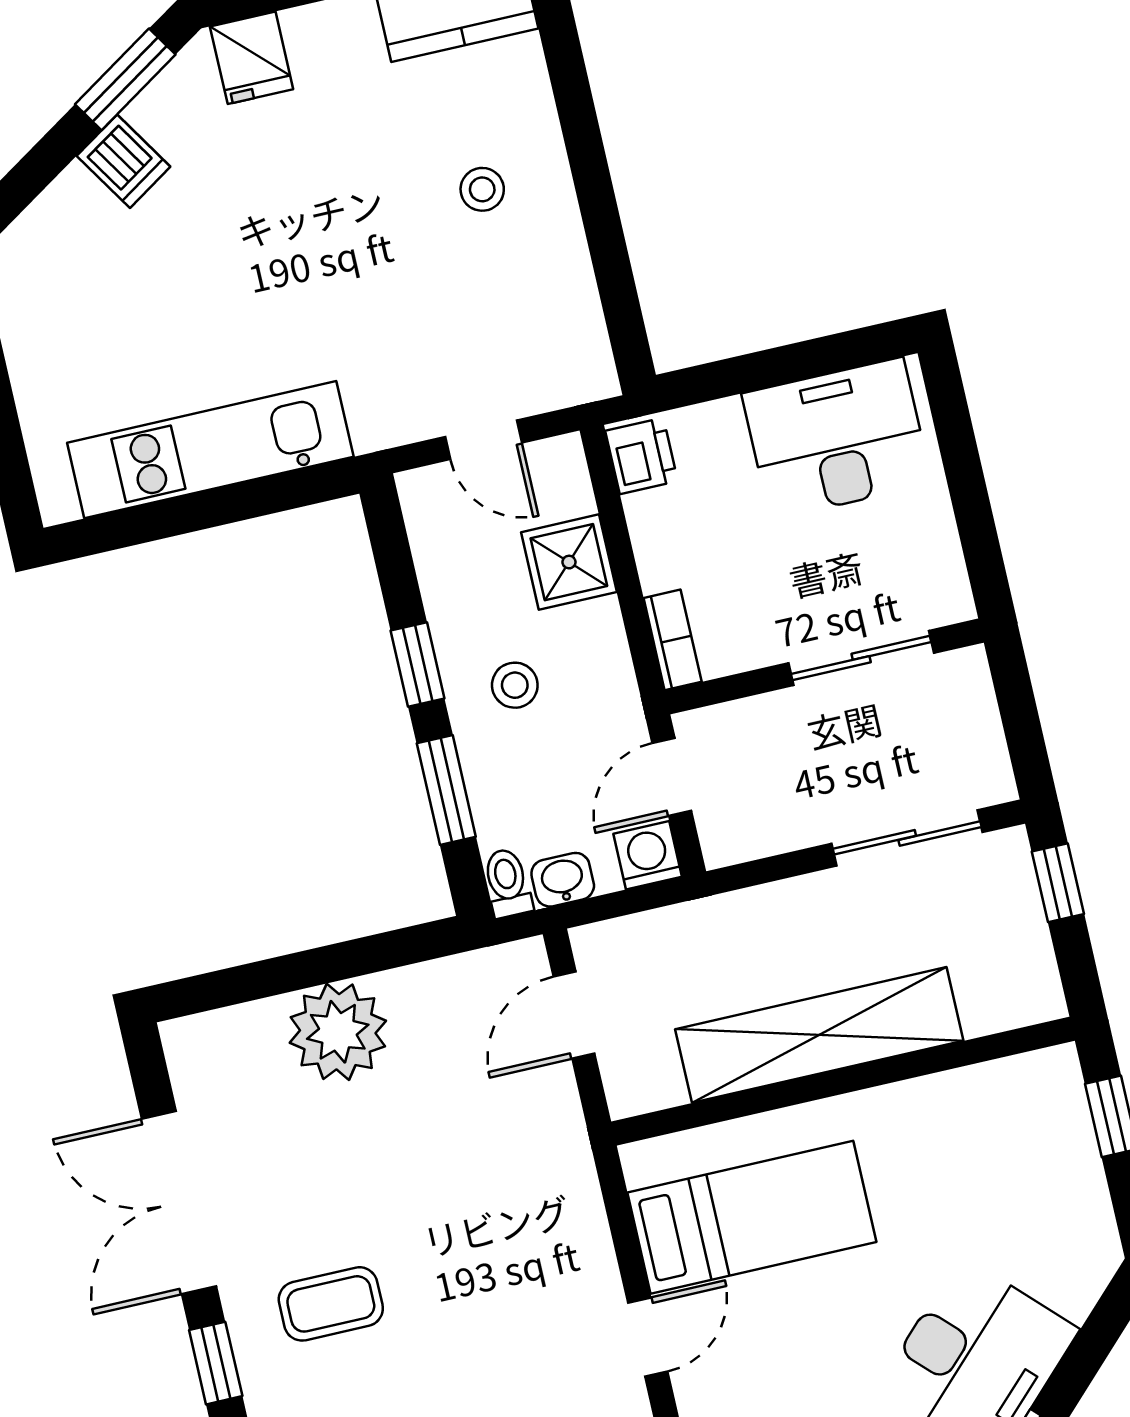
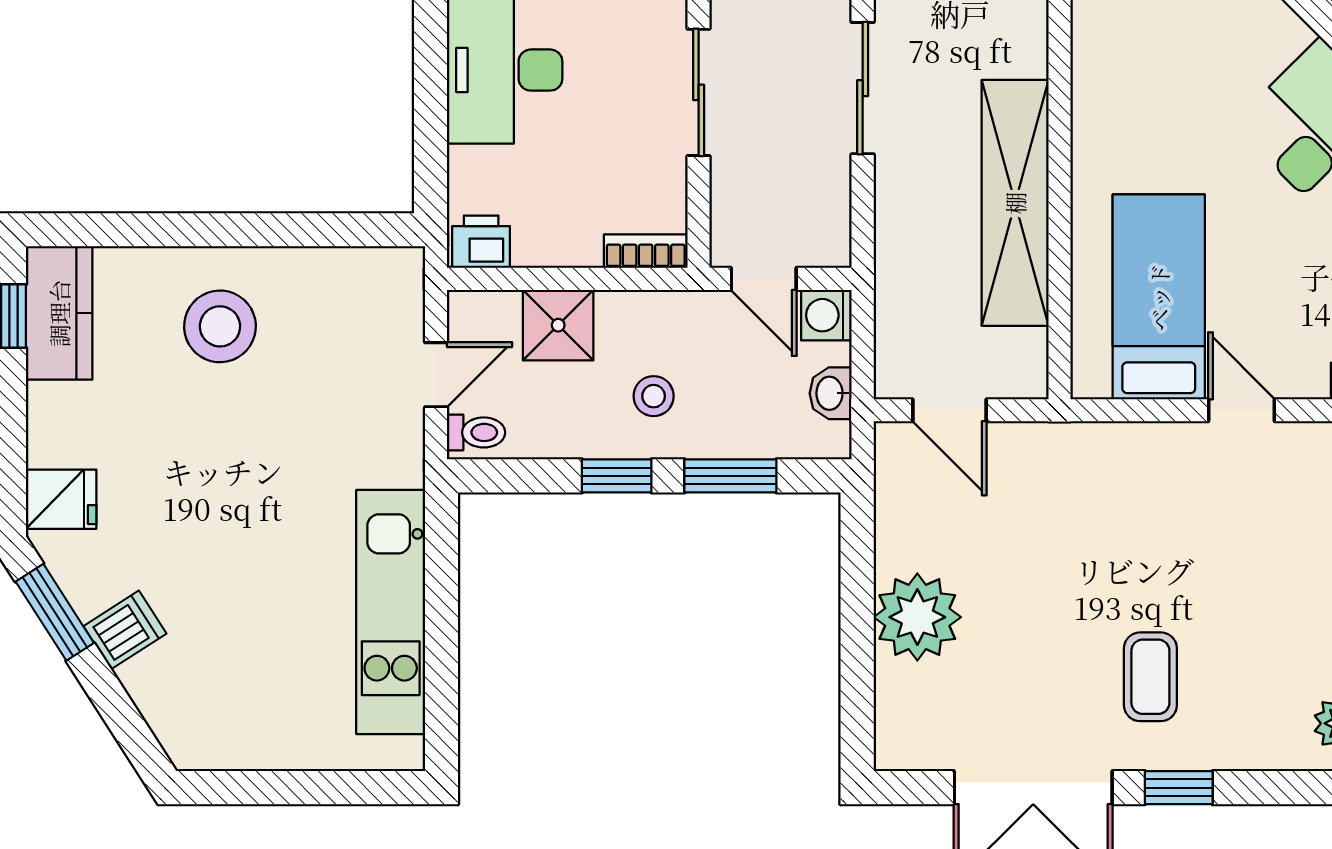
stool: (482, 189) -> (220, 326), width x1.89, depth x1.89
toilet: (507, 883) -> (476, 432), moved, turned 180

